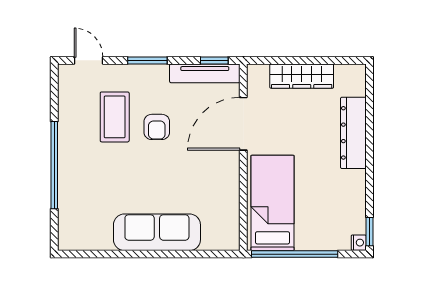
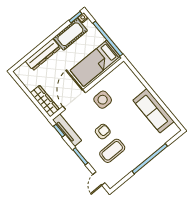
wardrobe: (302, 76) -> (45, 101), moved
door: (243, 124) -> (74, 99), swing flipped
side table: (206, 168) -> (103, 100), added
cot: (349, 202) -> (70, 34), added
sofa: (157, 232) -> (153, 111), moved

